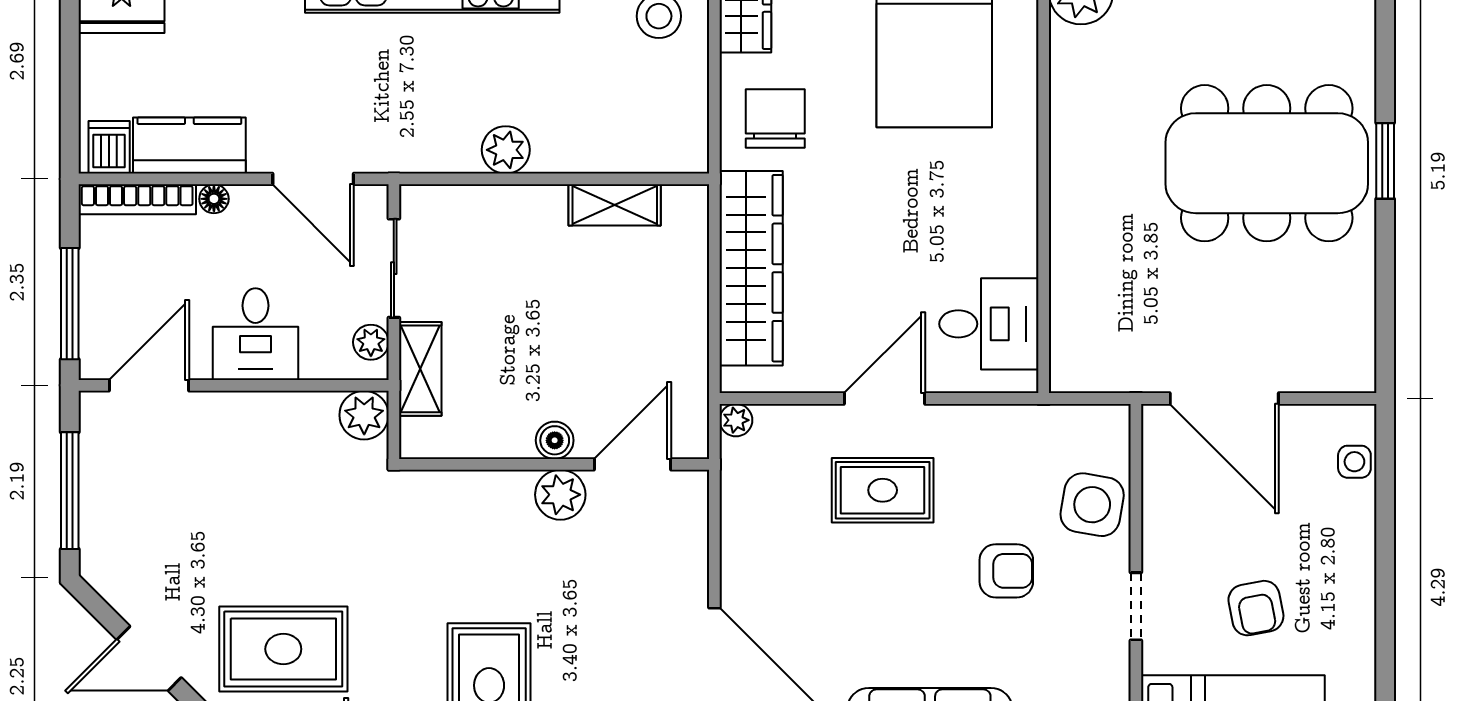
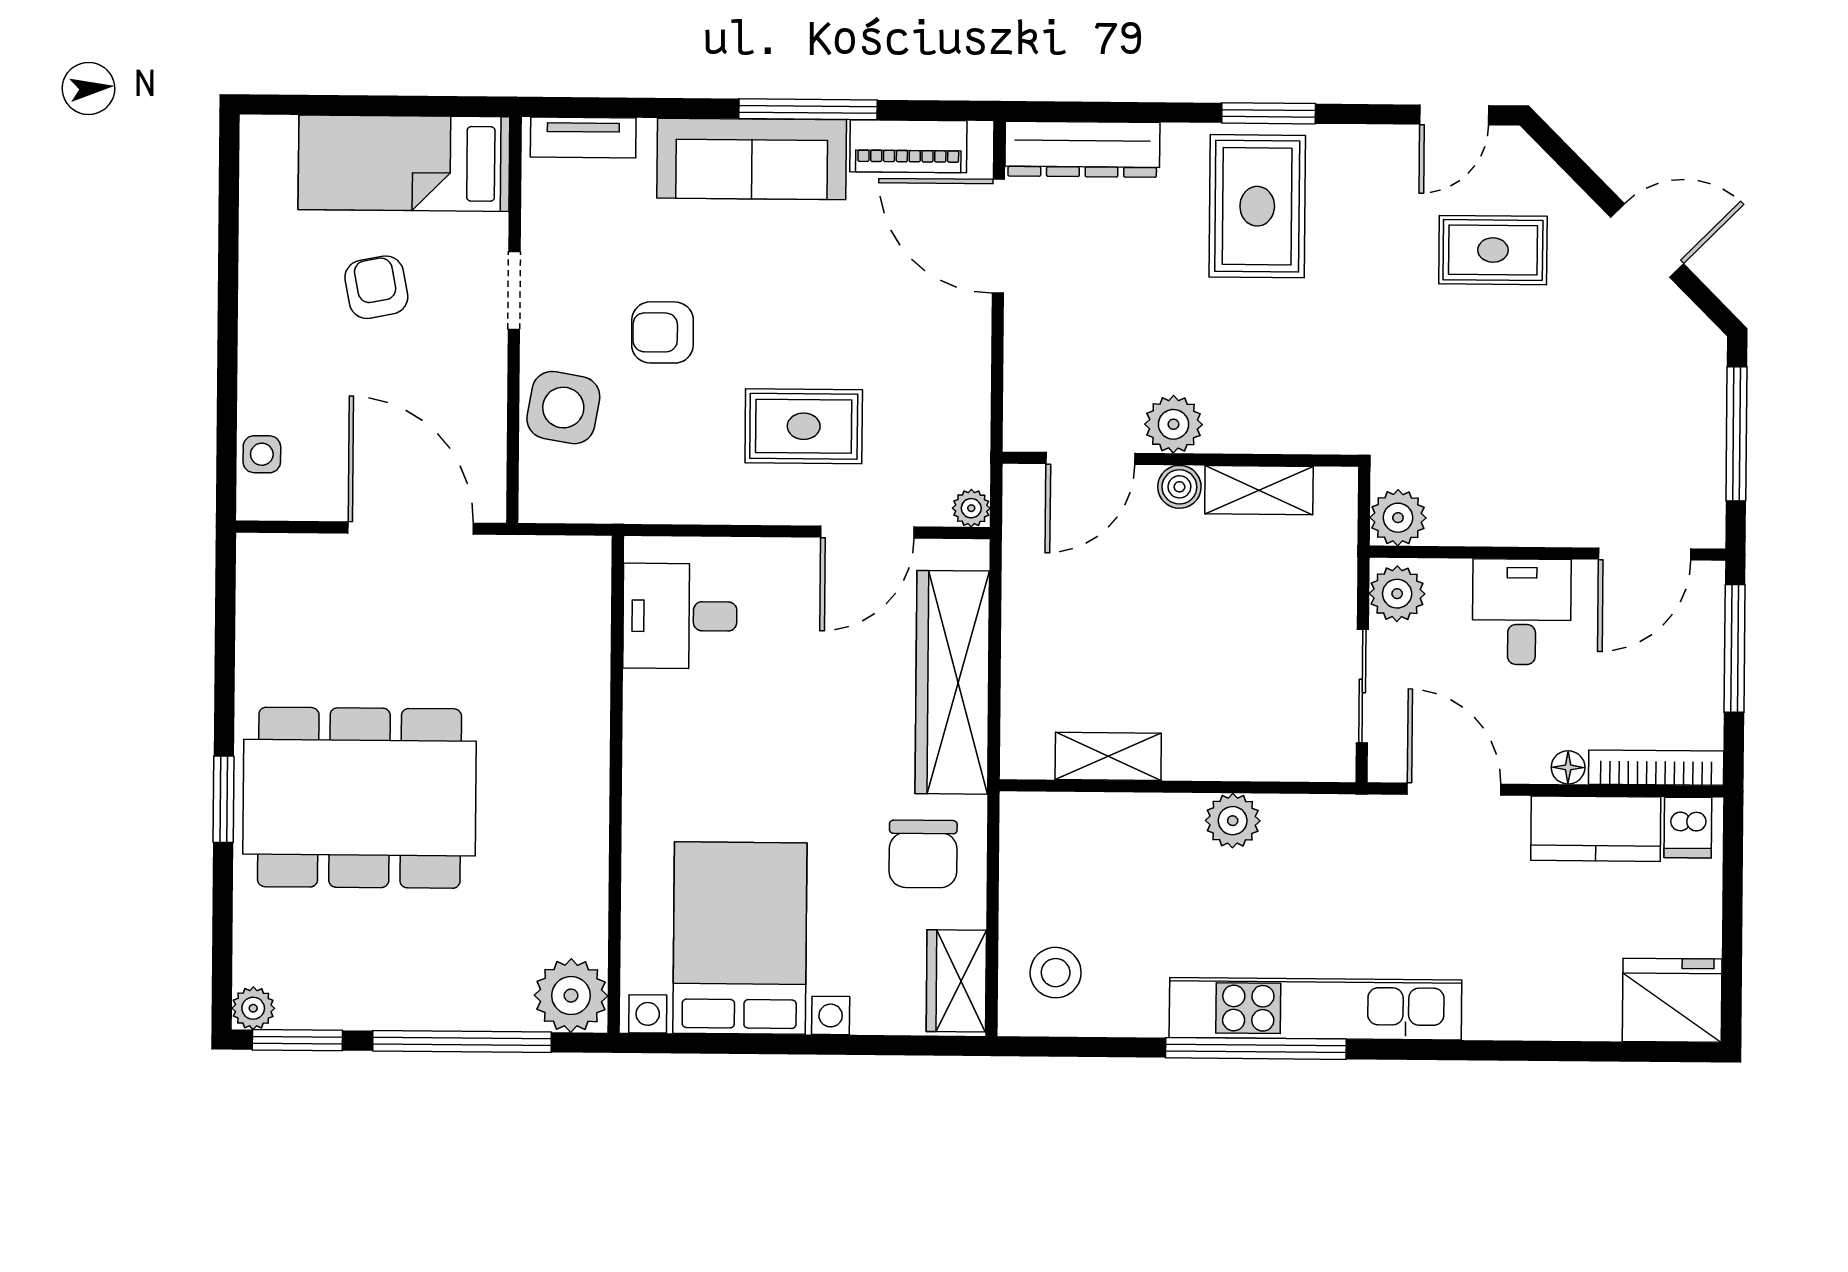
plant: (371, 342) -> (1397, 594), width x1.38, depth x1.38
shelving: (420, 369) -> (1259, 490), moved, turned 90
door: (884, 399) -> (867, 532), moved
rug: (283, 649) -> (1493, 250), width x0.73, depth x0.70

